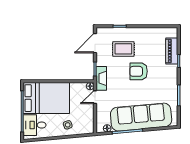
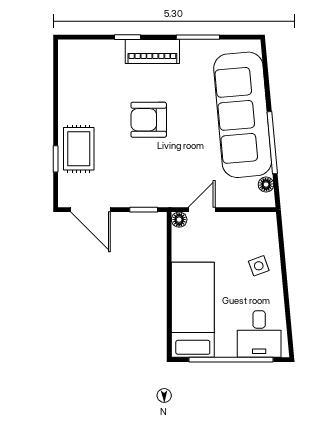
rug: (123, 49) -> (79, 149), moved
piano: (172, 51) -> (152, 51), moved
armchair: (139, 71) -> (149, 120), turned 90
fireplace: (101, 78) -> (163, 197), removed
door: (95, 97) -> (202, 210), swing flipped
bed: (46, 98) -> (193, 310), width x0.67

